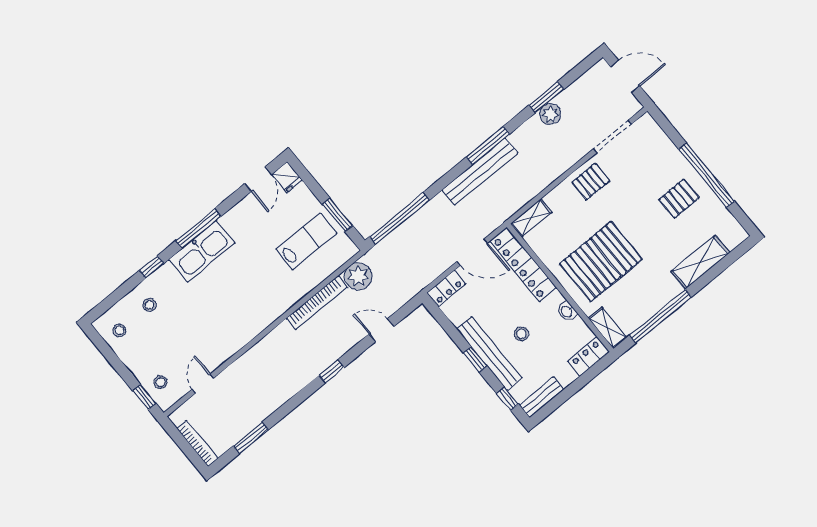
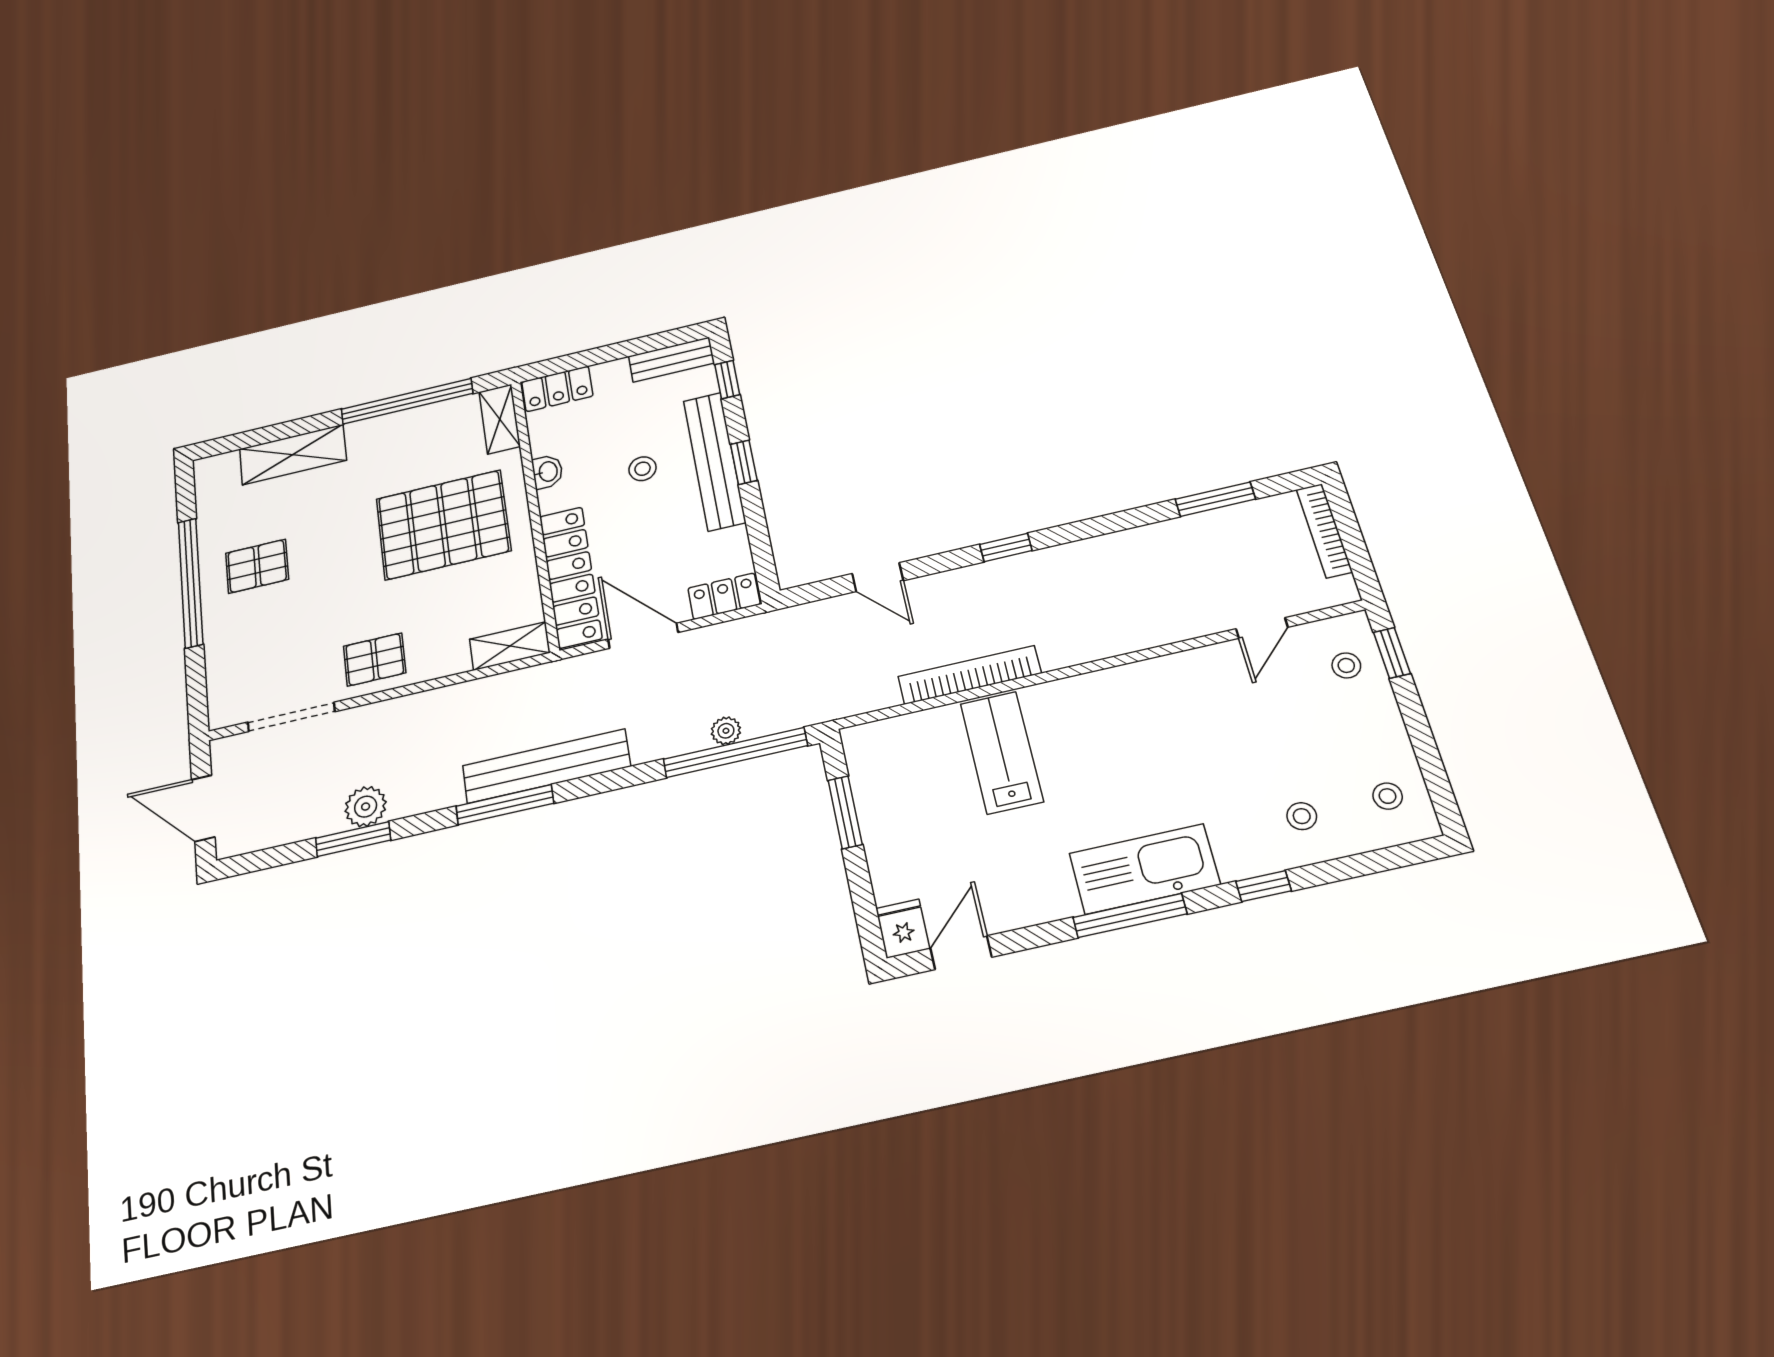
lab bench: (306, 241) -> (1002, 752), moved, turned 90
plant: (358, 276) -> (726, 731), moved, width x0.53, depth x0.53

